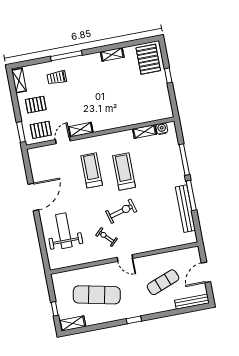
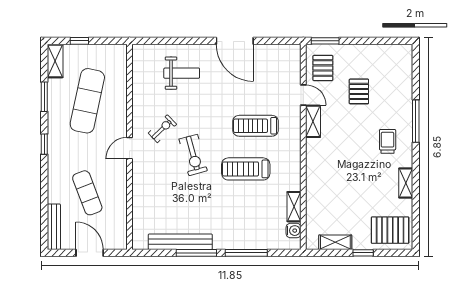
trolley: (57, 77) -> (388, 141), moved
shelving: (19, 81) -> (335, 242), moved
pallet: (36, 105) -> (359, 91), moved
treadmill: (92, 170) -> (255, 126), turned 180
treadmill: (124, 171) -> (246, 169), turned 180
weight bench: (64, 231) -> (182, 73), width x0.73, depth x0.75
window: (100, 326) -> (44, 97), added

